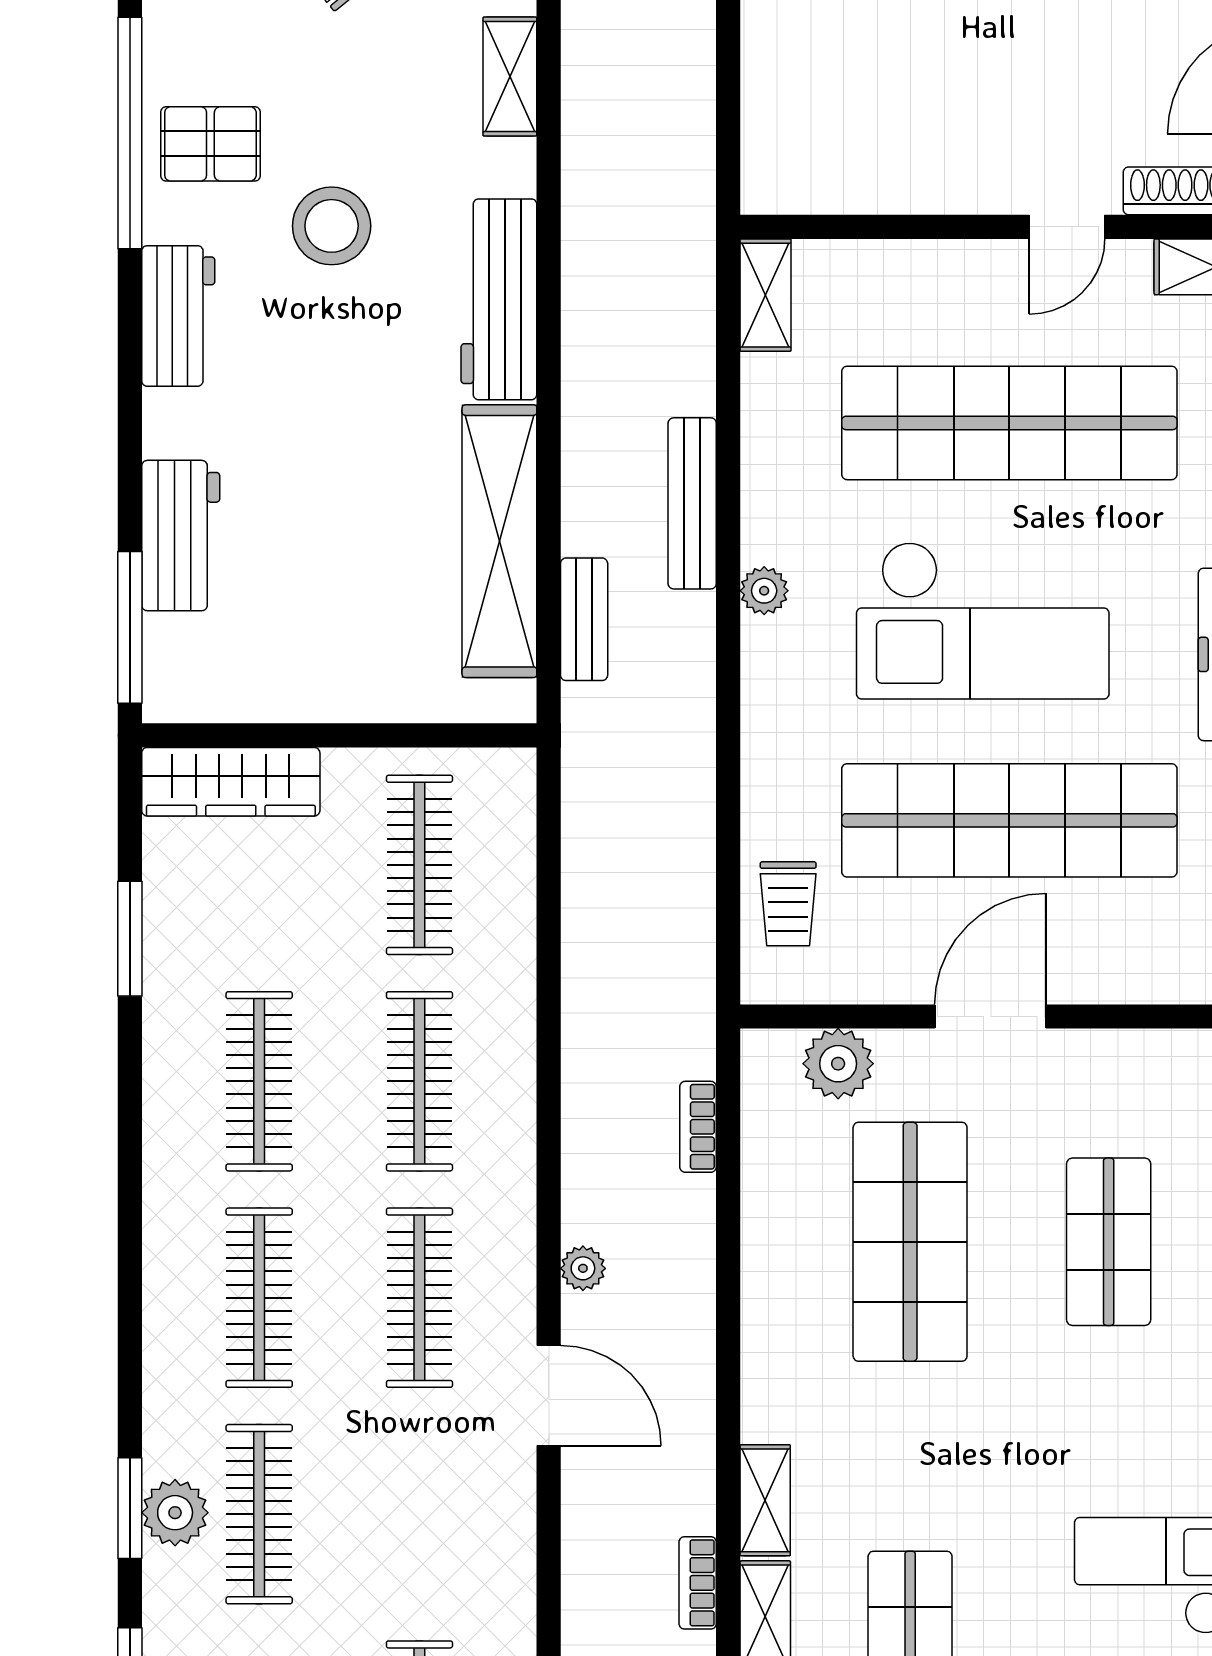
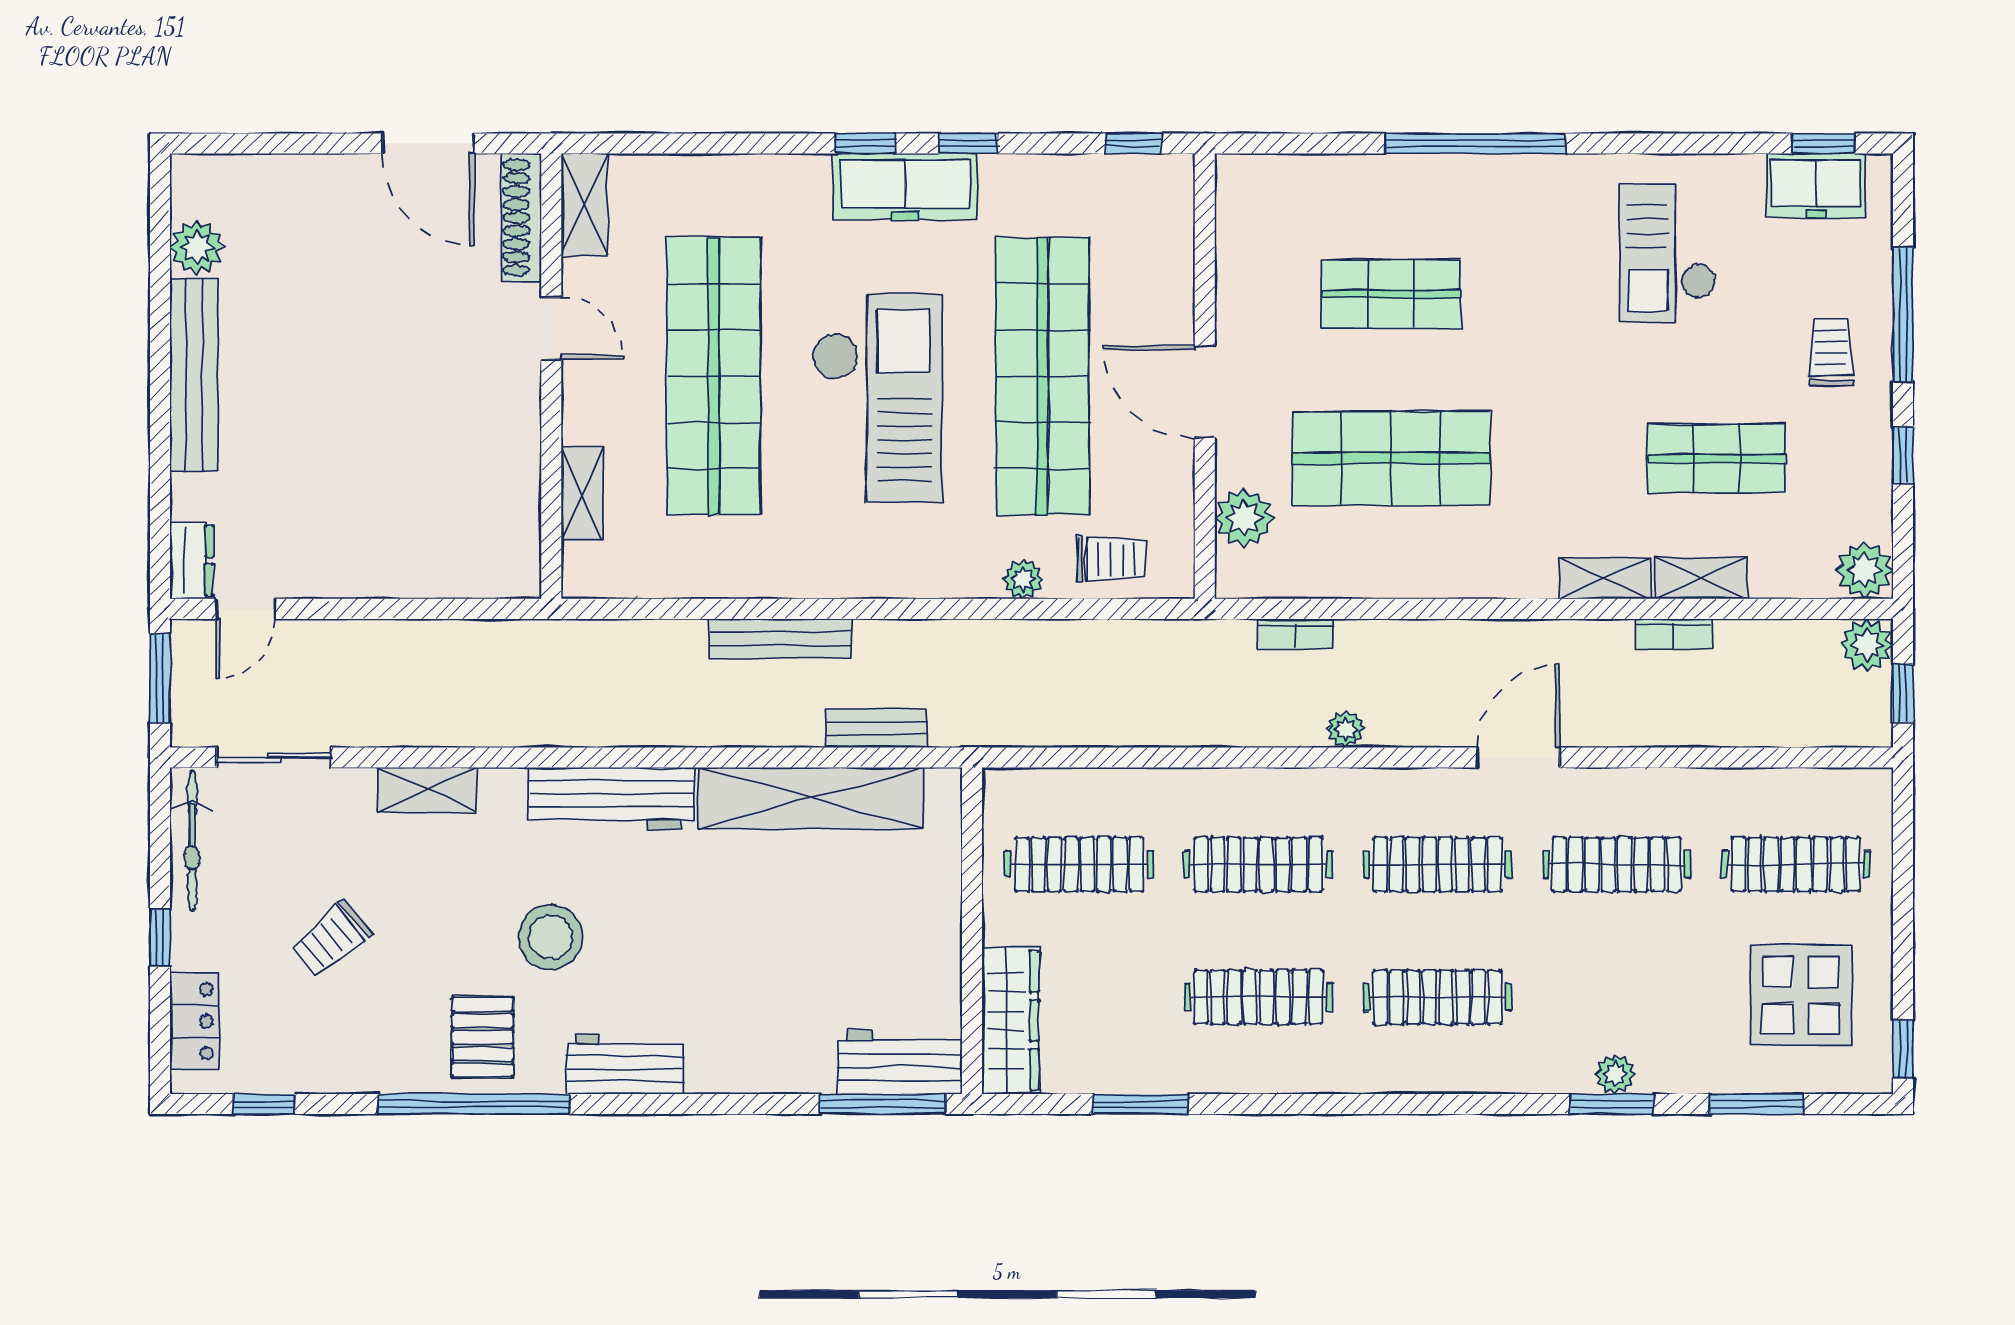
shelving: (765, 295) -> (582, 494), moved, turned 90
workbench: (181, 536) -> (900, 1062), moved
plant: (764, 591) -> (1023, 579), moved
plant: (583, 1268) -> (1346, 729), moved
plant: (175, 1513) -> (1615, 1074), width x0.73, depth x0.73
clothes rail: (259, 1514) -> (1617, 864), moved

